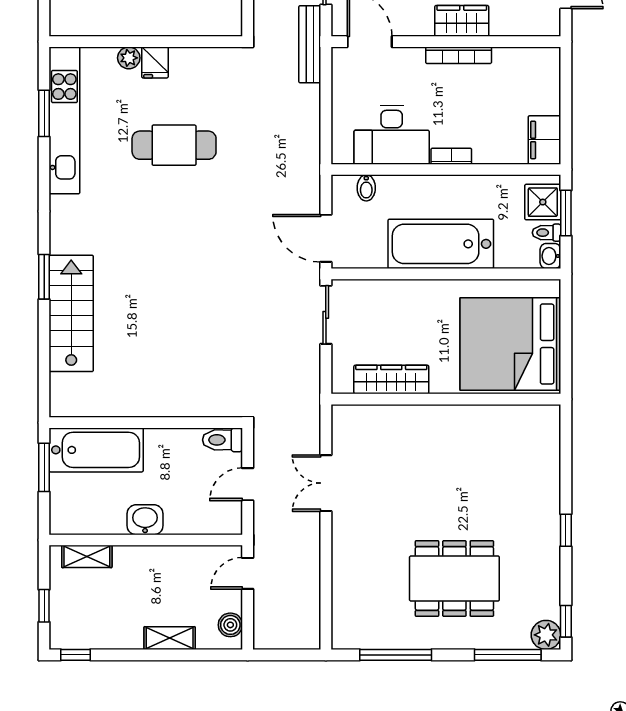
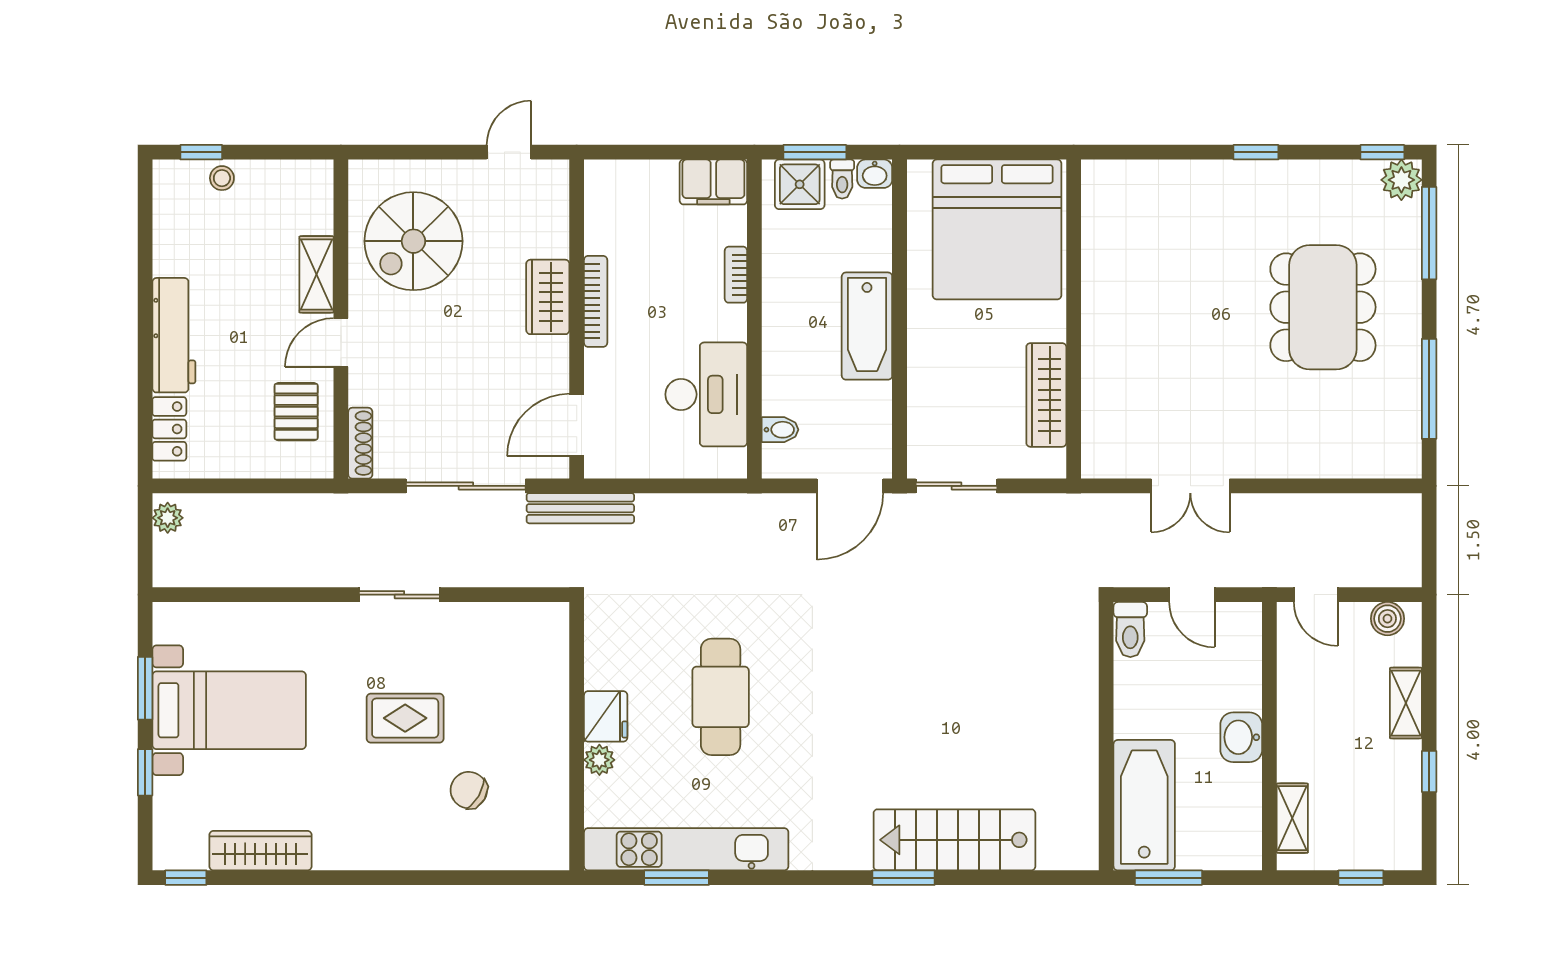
fridge: (155, 62) -> (606, 716), width x1.38
bookcase: (451, 156) -> (736, 275), moved
bathtub: (441, 244) -> (867, 326), width x0.73, depth x0.73
window: (76, 655) -> (1429, 771), moved

